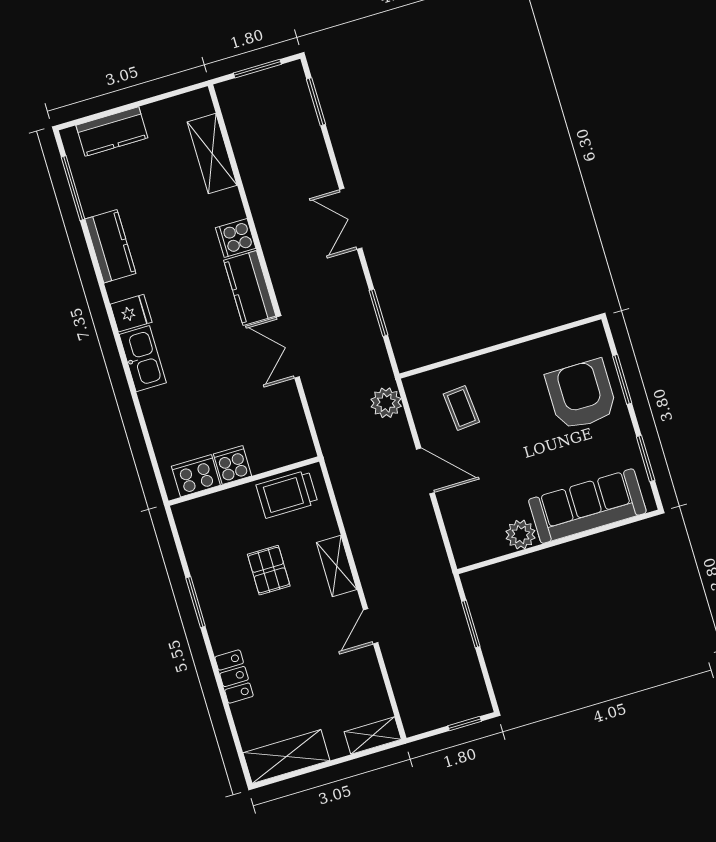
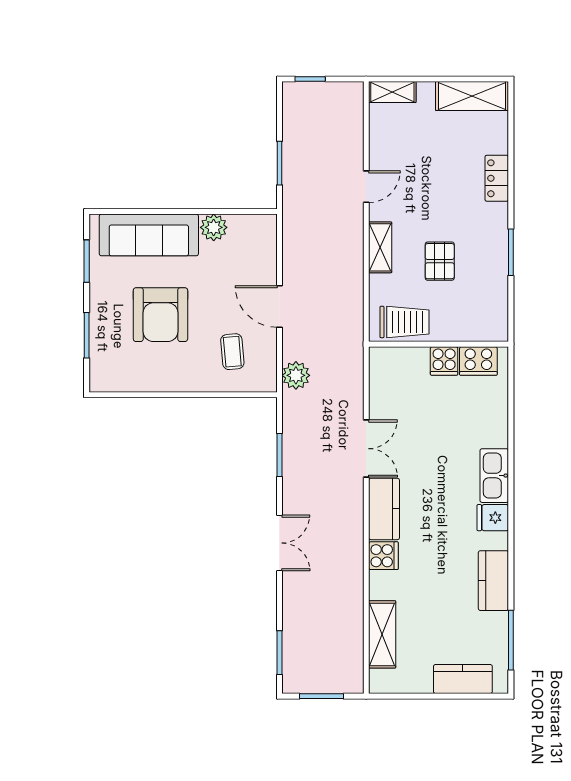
armchair: (581, 395) -> (160, 315), moved

